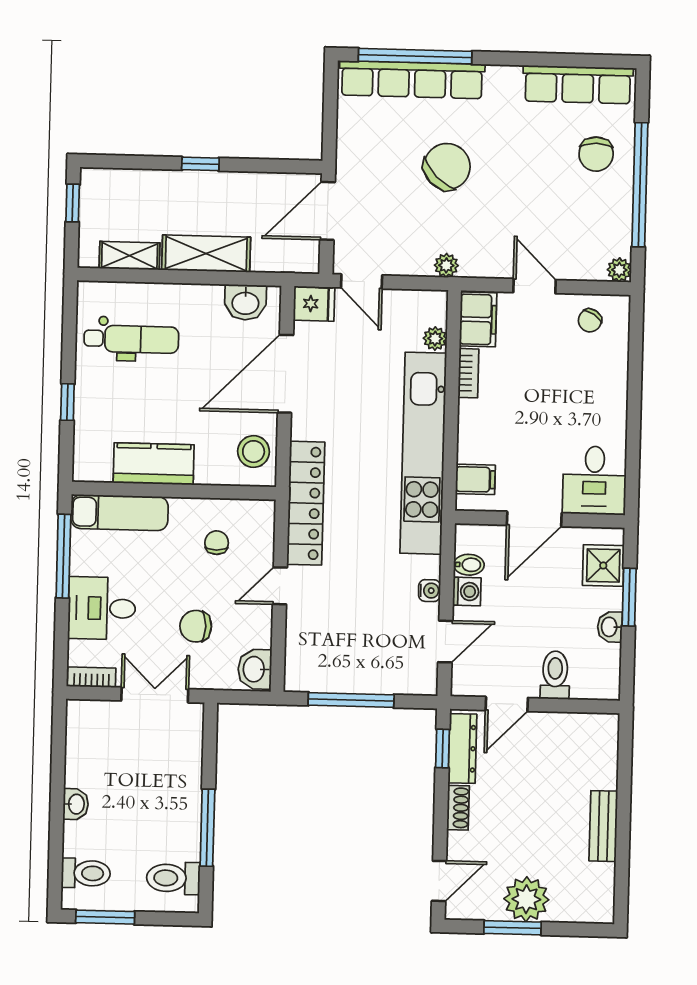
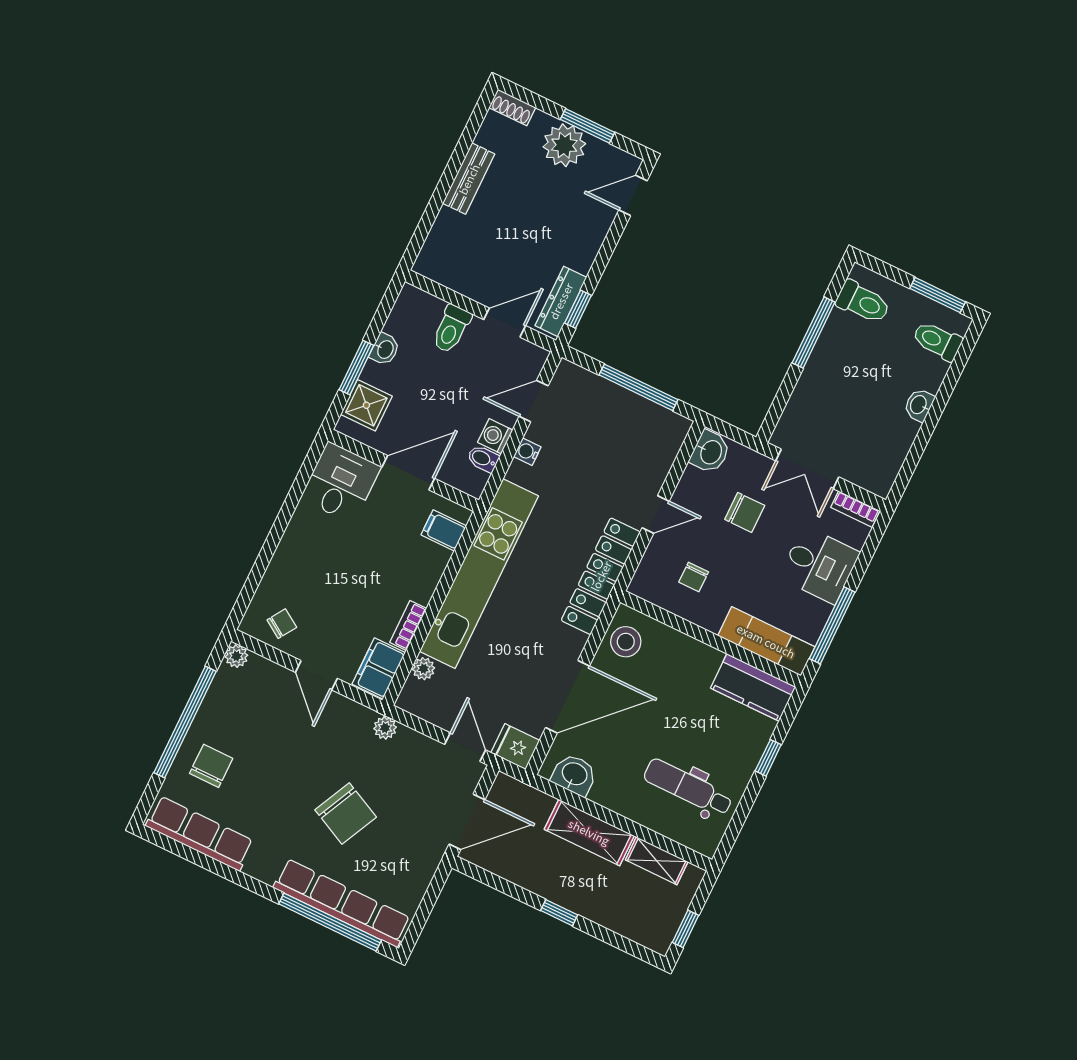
chair: (447, 167) -> (346, 814), turned -109
kitchen counter: (154, 464) -> (753, 687), moved
shoe rack: (458, 808) -> (512, 107), moved, turned -90

